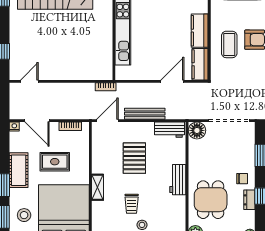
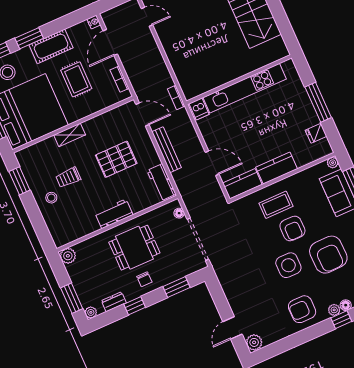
dishwasher: (123, 72) -> (199, 109), added
floor lamp: (197, 130) -> (179, 213), width x0.53, depth x0.53
dining table: (211, 200) -> (134, 248), moved
dresser: (249, 200) -> (114, 302), moved

